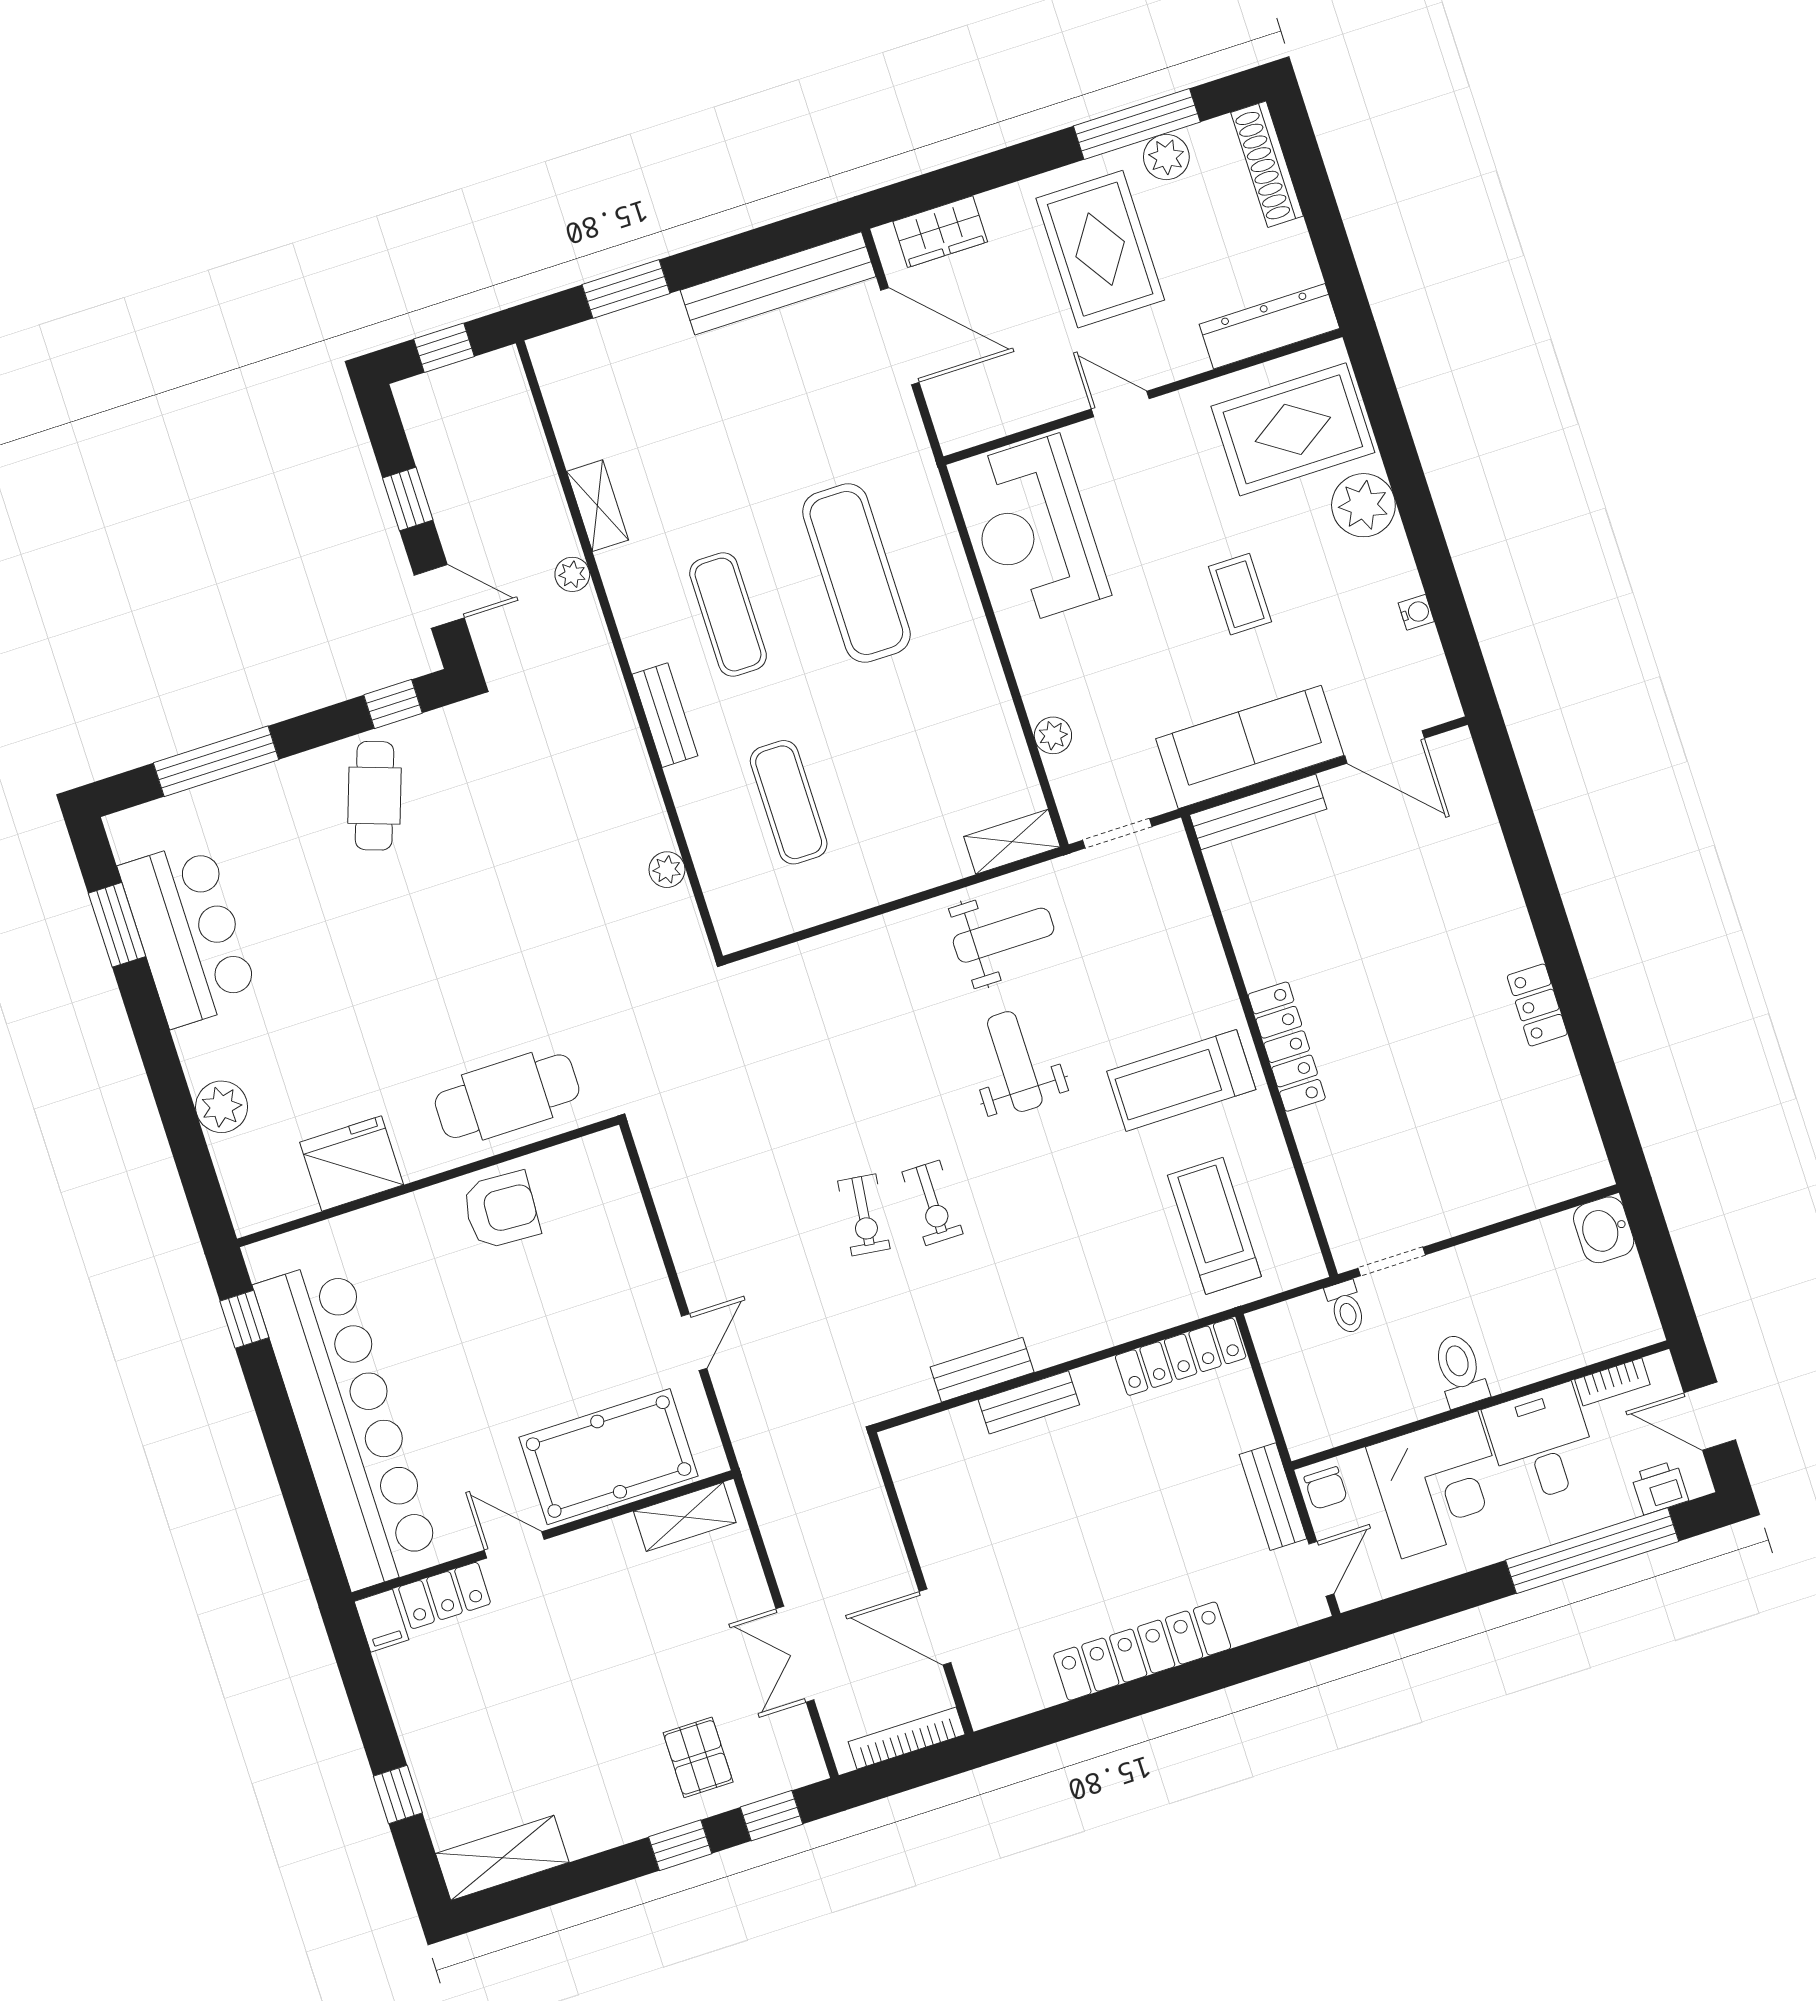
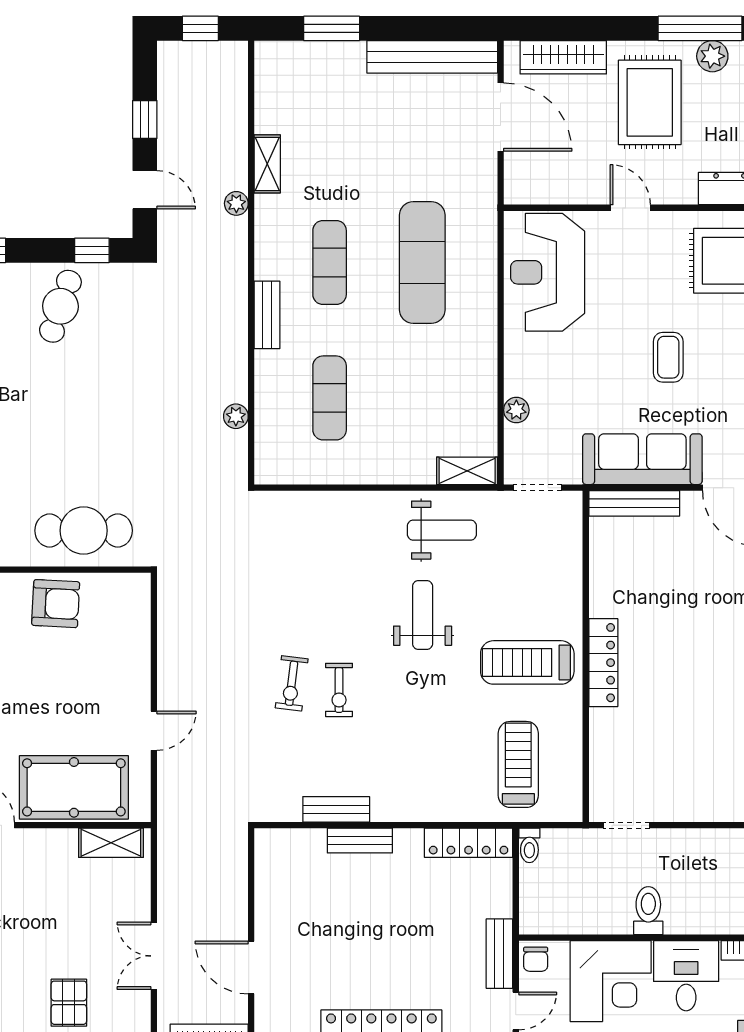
wardrobe: (940, 232) -> (563, 57), width x1.50
toilet: (1346, 1307) -> (529, 845), moved

